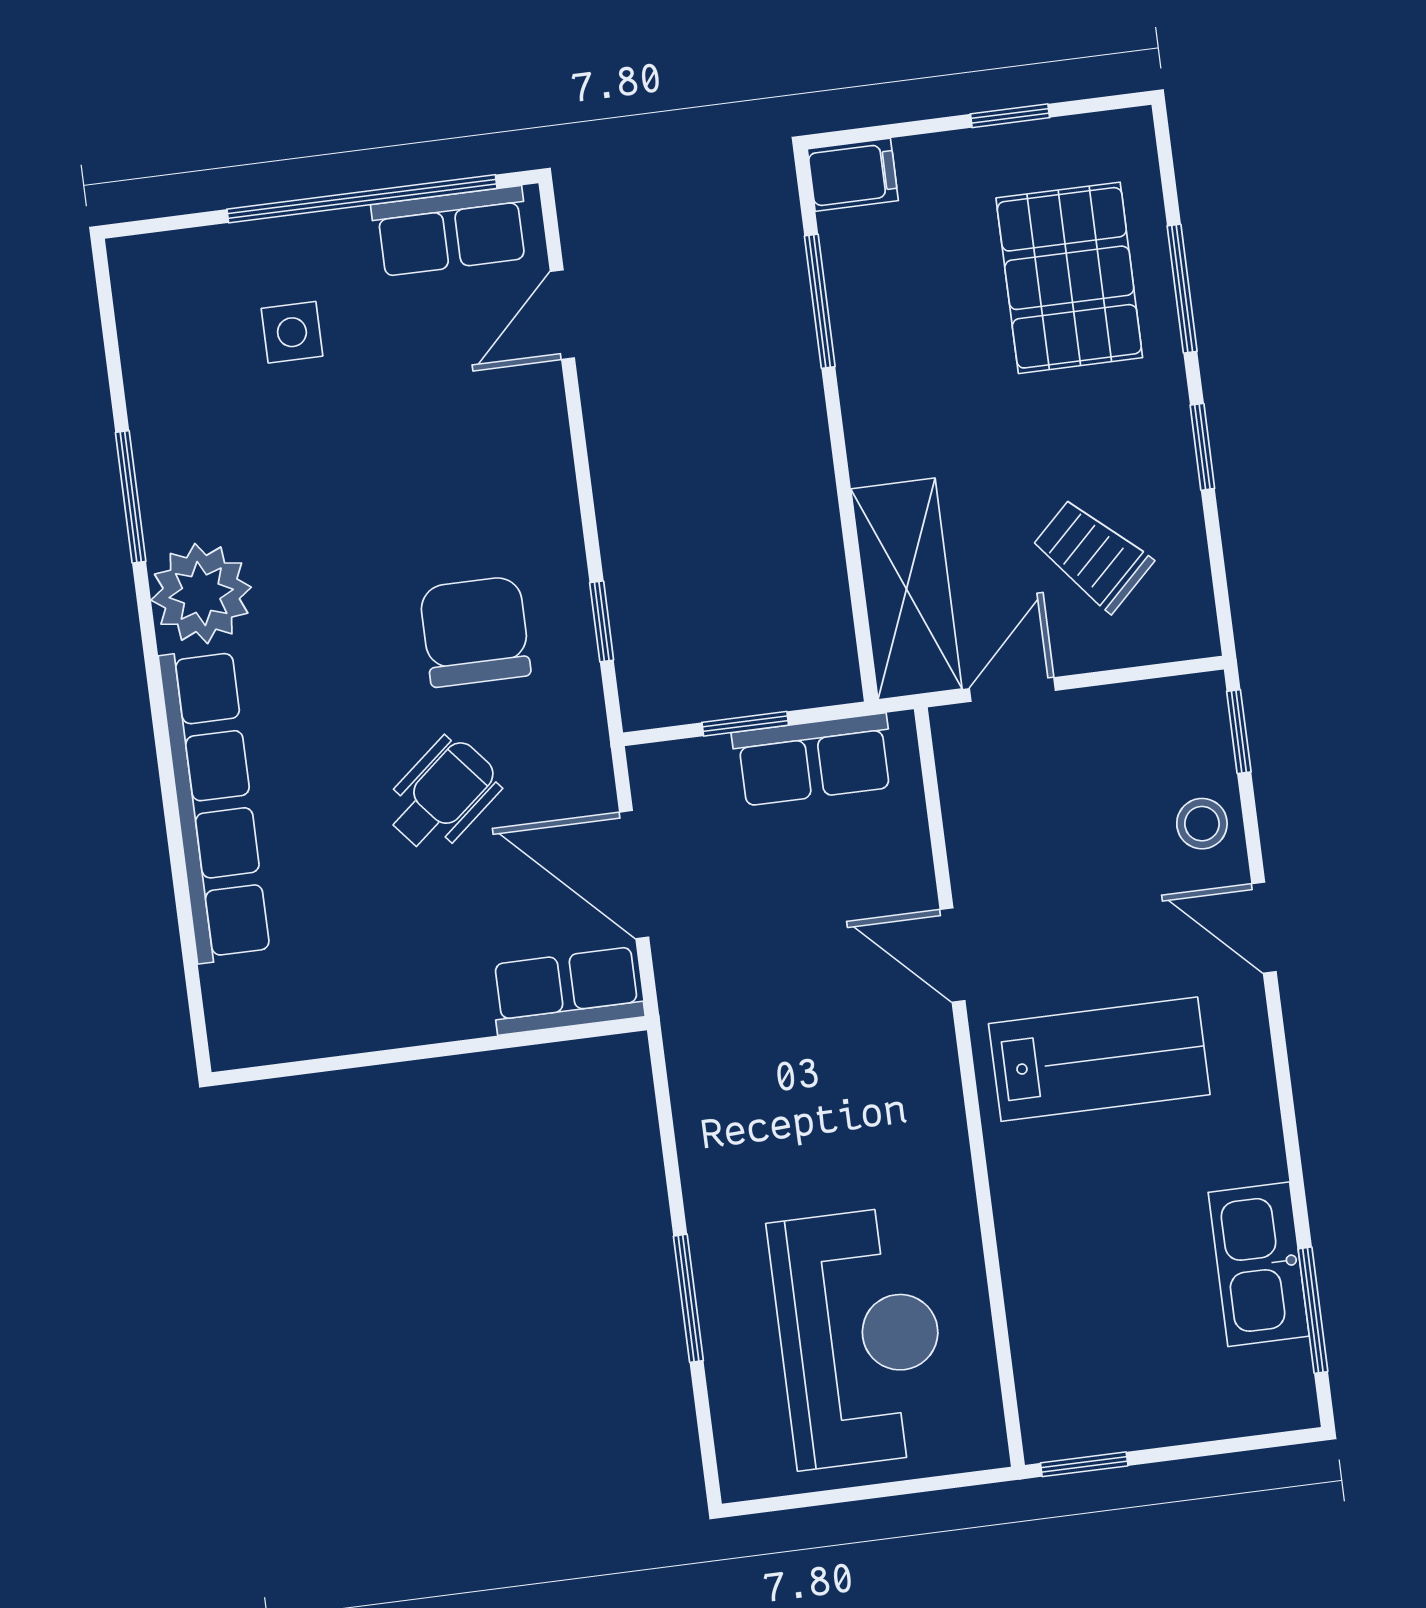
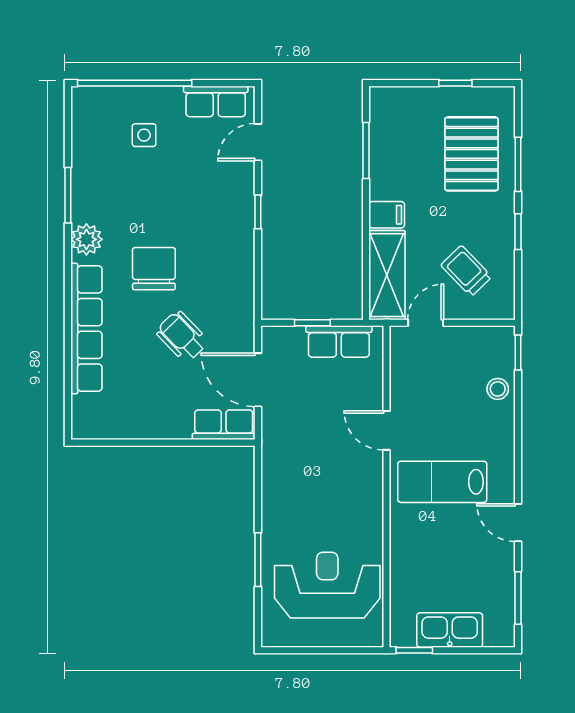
filing cabinet: (853, 175) -> (387, 215), moved
window: (362, 199) -> (135, 83), moved
plant: (201, 594) -> (86, 239), width x0.73, depth x0.73
window: (602, 621) -> (258, 212), moved
chair: (475, 632) -> (154, 269), moved
wheelchair: (442, 795) -> (182, 336), turned -94
door: (1264, 928) -> (518, 523), moved
lab bench: (1099, 1059) -> (442, 482), turned 180
kitchen sink: (1259, 1264) -> (450, 630), moved, turned 90
reception desk: (860, 1337) -> (327, 585), turned -90

